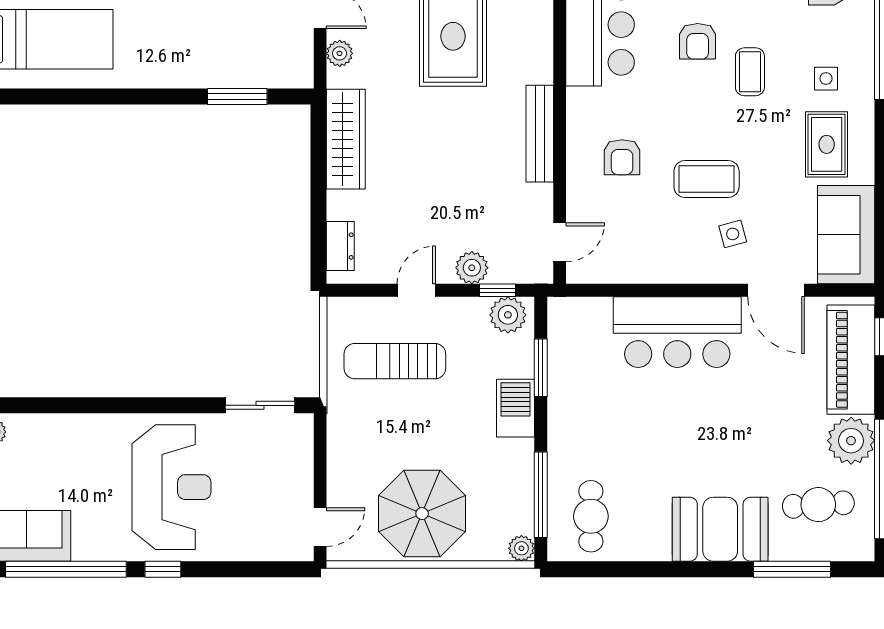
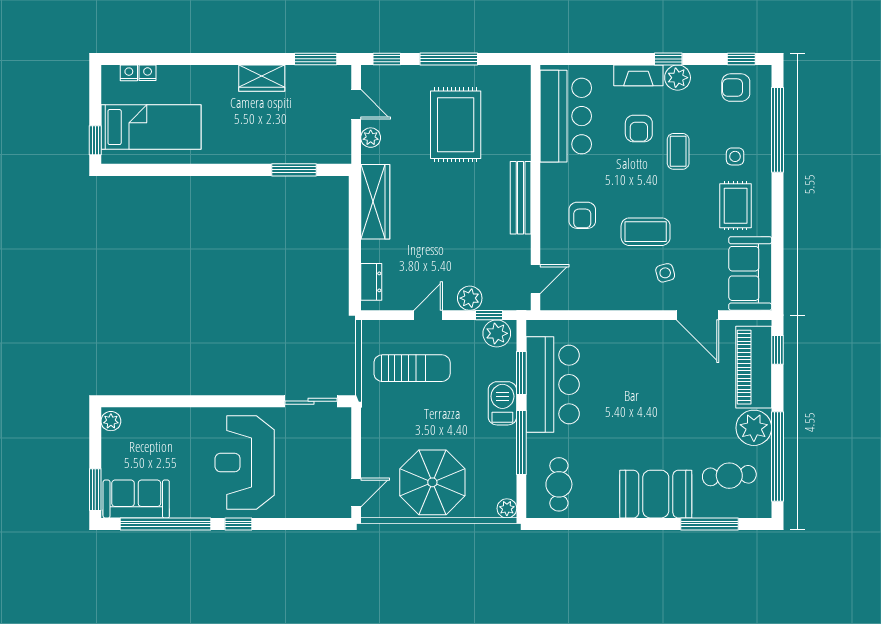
bar counter: (677, 332) -> (553, 384), moved, turned -90
sun lounger: (395, 361) -> (412, 368), turned 180
reception desk: (171, 487) -> (245, 463), turned 180
window: (541, 495) -> (521, 442), moved

